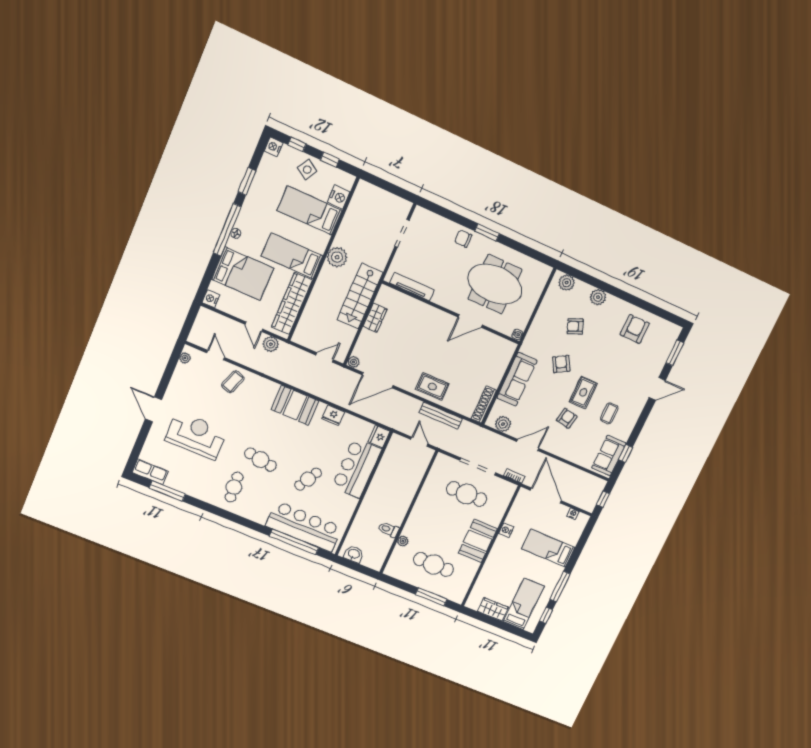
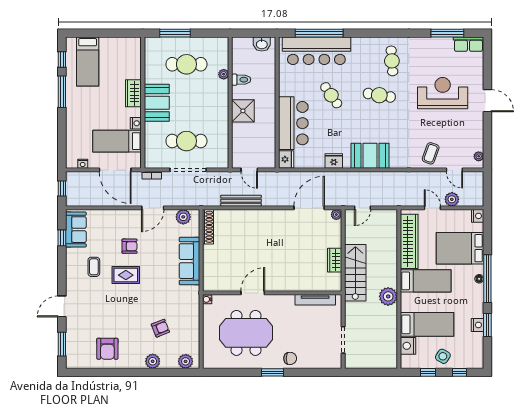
nightstand: (274, 147) -> (477, 325), moved
plant: (271, 344) -> (452, 199), moved
armchair: (561, 364) -> (157, 291), removed
rug: (432, 387) -> (260, 223), removed
rug: (583, 392) -> (126, 275), turned 90
armchair: (567, 418) -> (130, 246), turned -100
reception desk: (196, 435) -> (443, 93), turned 180
cafe table: (308, 479) -> (331, 95), turned -64
shower: (400, 500) -> (243, 111), added
bed: (548, 548) -> (117, 141), moved, turned 180
wardrobe: (493, 609) -> (133, 93), moved, turned 90

